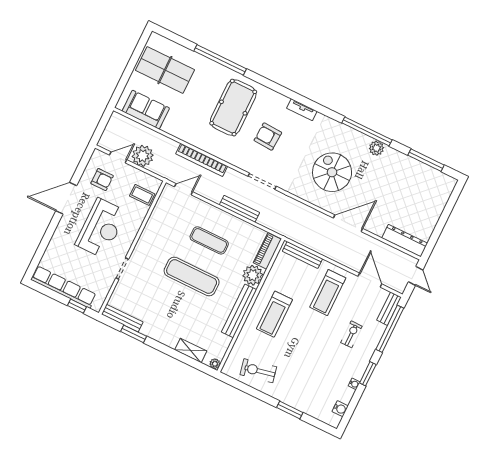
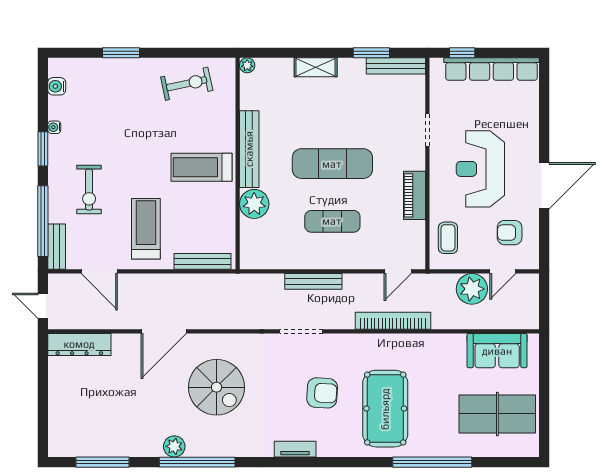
coffee table: (142, 195) -> (448, 238), turned 90
piano: (267, 251) -> (414, 195), moved, turned 180
treadmill: (274, 314) -> (201, 167), turned -90
exercise bike: (351, 334) -> (89, 190), width x1.38, depth x1.39
shelving: (191, 350) -> (316, 67), moved

